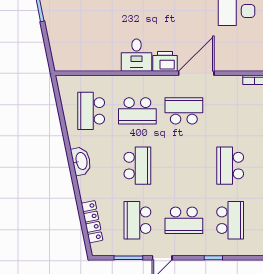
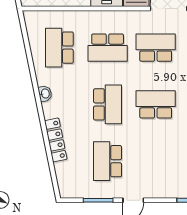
washbasin: (81, 161) -> (45, 94), width x0.52, depth x0.69
school desk: (184, 220) -> (156, 104), moved, turned 180
locker: (92, 222) -> (56, 140), moved

